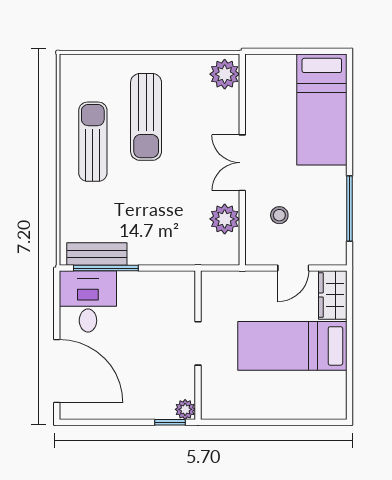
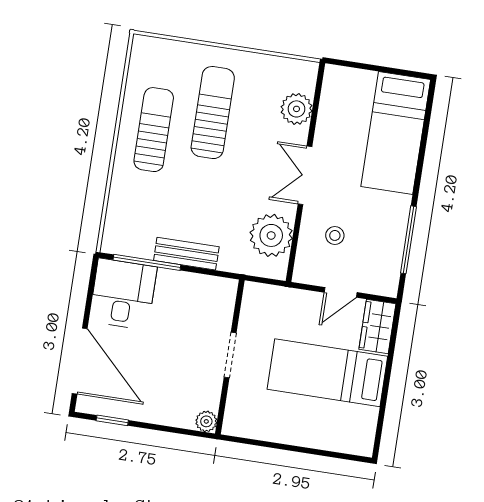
plant: (225, 74) -> (296, 109), moved
sun lounger: (146, 117) -> (213, 113), turned 180
plant: (225, 219) -> (271, 235), width x1.36, depth x1.36
bench: (97, 254) -> (186, 254), moved
window: (170, 422) -> (112, 420), moved

